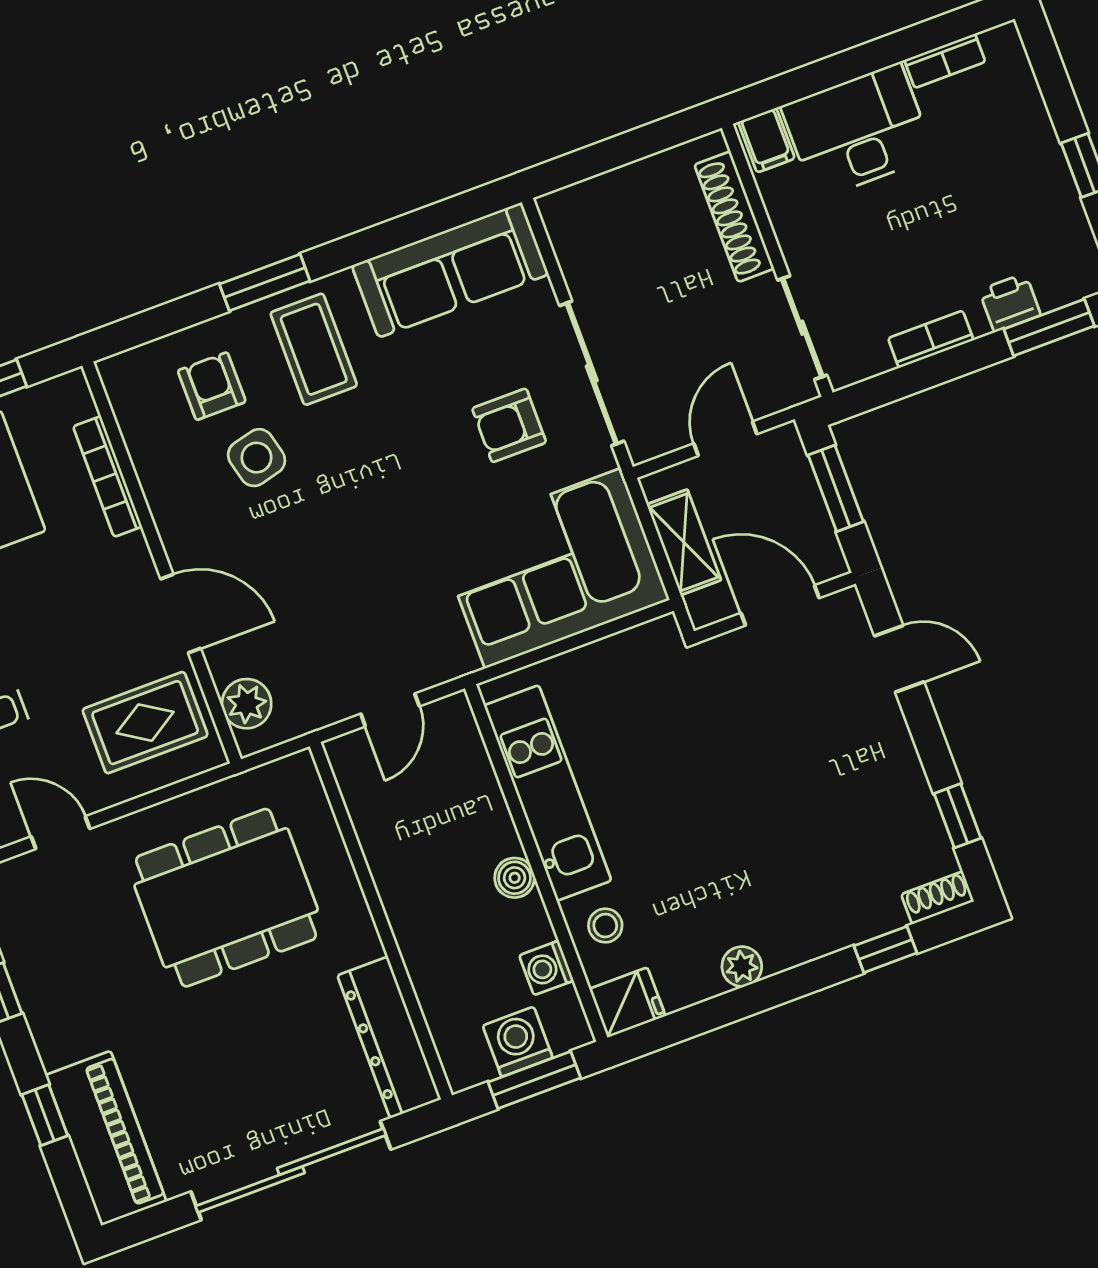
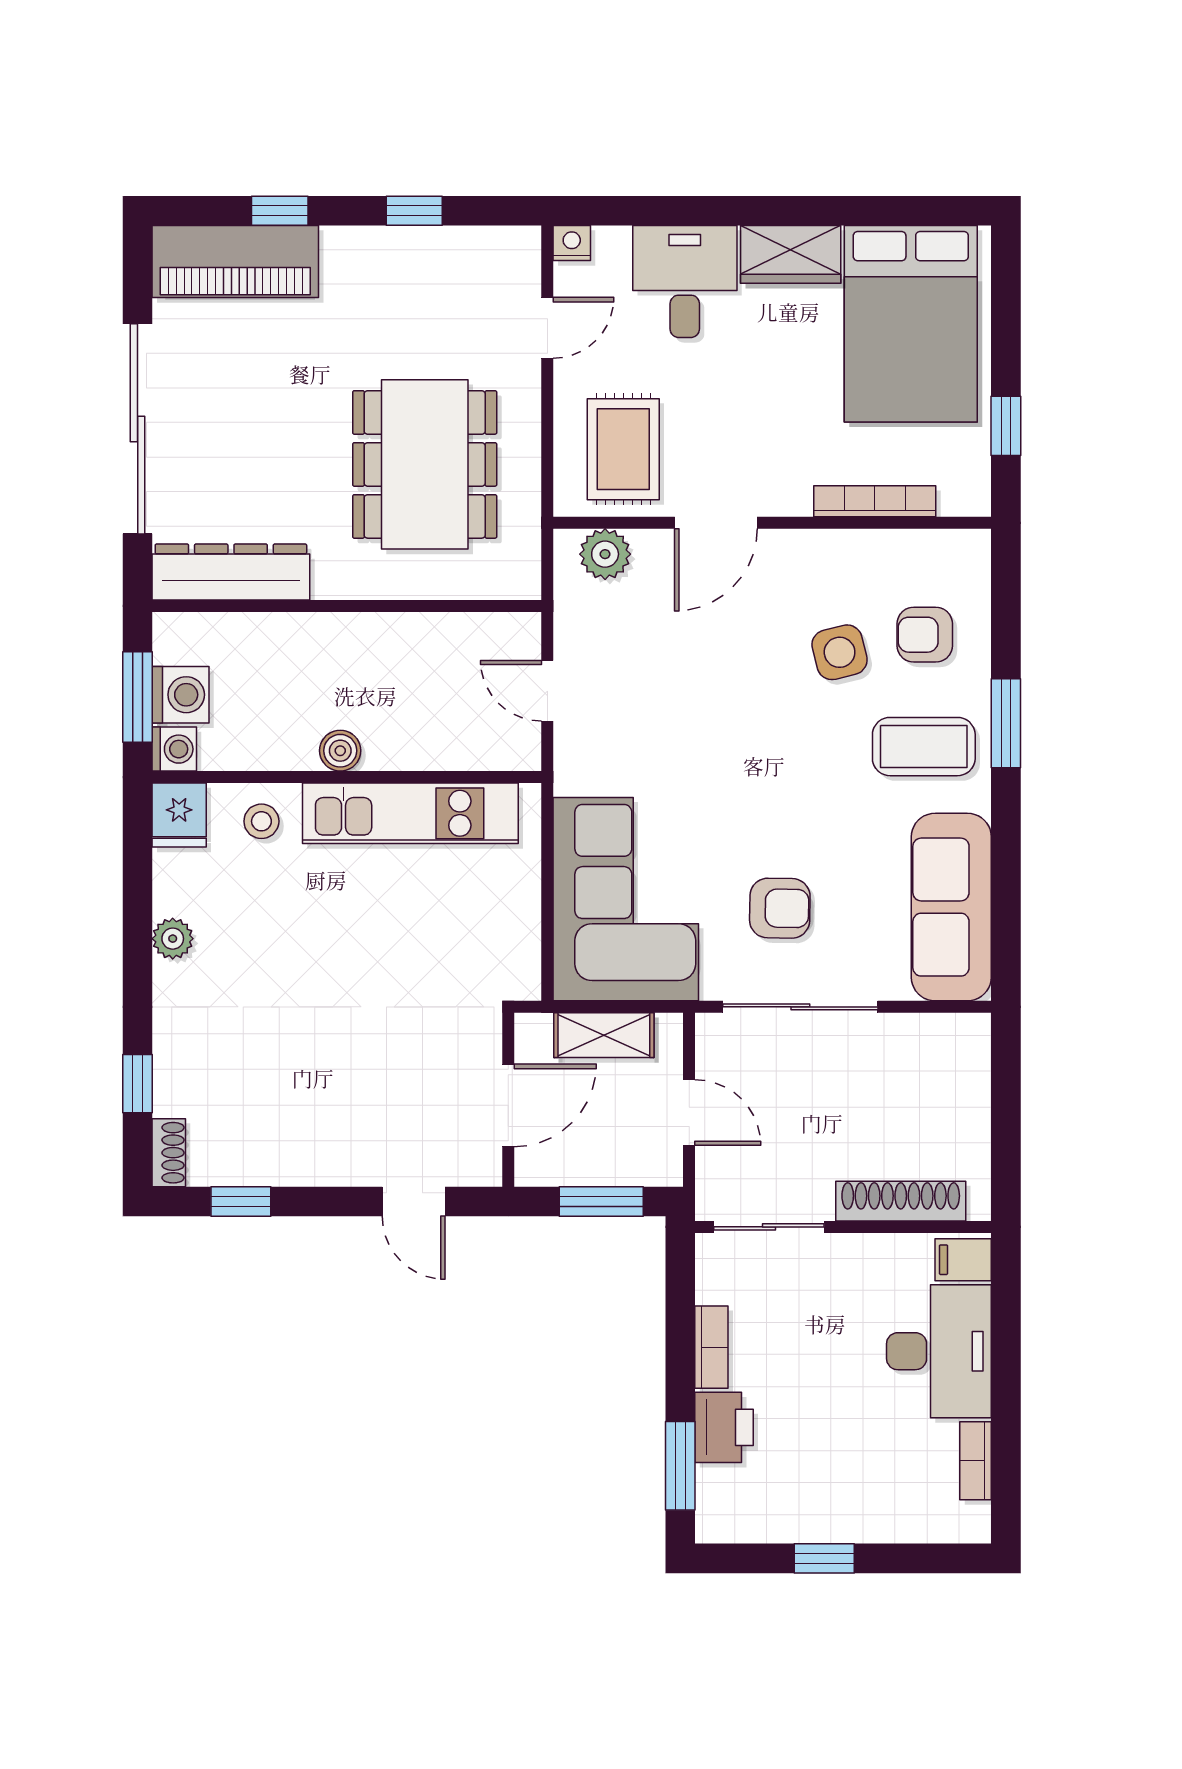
printer: (1010, 303) -> (724, 1427), width x1.36, depth x1.24
armchair: (212, 386) -> (925, 635), turned 180
armchair: (509, 425) -> (780, 908), turned 91
door: (899, 659) -> (414, 1201), hinge flipped
washing machine: (546, 968) -> (174, 749), moved, turned 90

